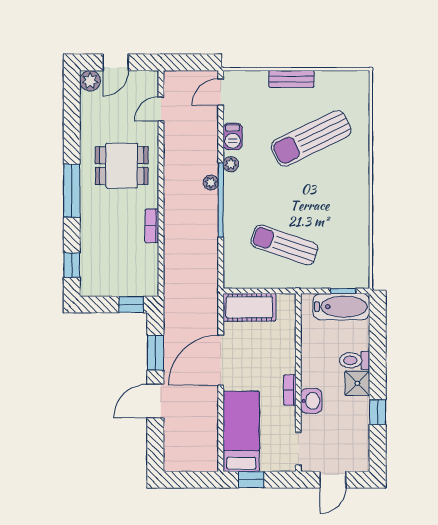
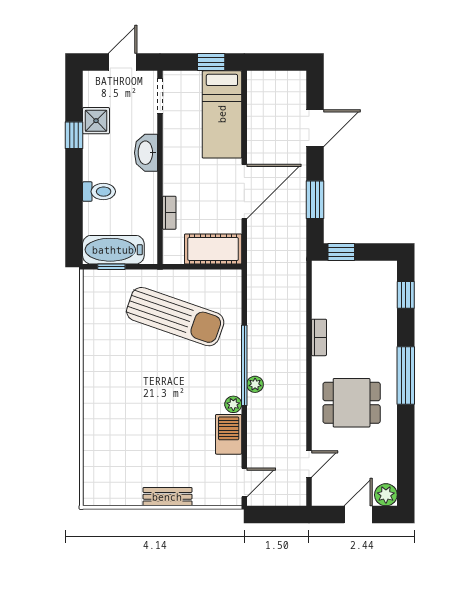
barbecue: (233, 136) -> (229, 434), width x1.38, depth x1.27
sun lounger: (311, 138) -> (146, 432), removed
sun lounger: (284, 245) -> (175, 317), width x1.36, depth x1.34
shower: (357, 383) -> (96, 121), moved
bookcase: (290, 390) -> (169, 213), moved
door: (155, 401) -> (315, 128), moved
washbasin: (311, 401) -> (146, 153), width x1.38

